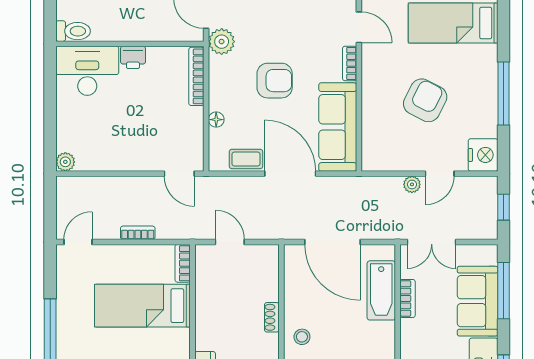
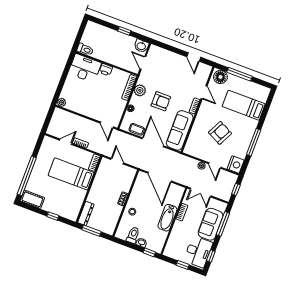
plant: (222, 42) -> (140, 90), moved
door: (440, 174) -> (215, 166), hinge flipped
door: (78, 242) -> (66, 142), moved
bathtub: (381, 290) -> (167, 218), moved

